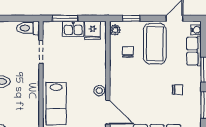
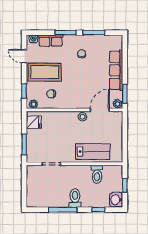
toilet: (28, 28) -> (97, 174), moved
kitchen sink: (73, 29) -> (33, 138), removed

